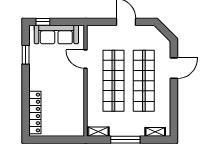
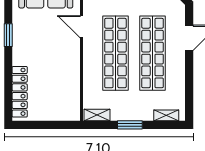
window: (26, 55) -> (8, 35), moved
window: (125, 140) -> (130, 125), width x0.69

